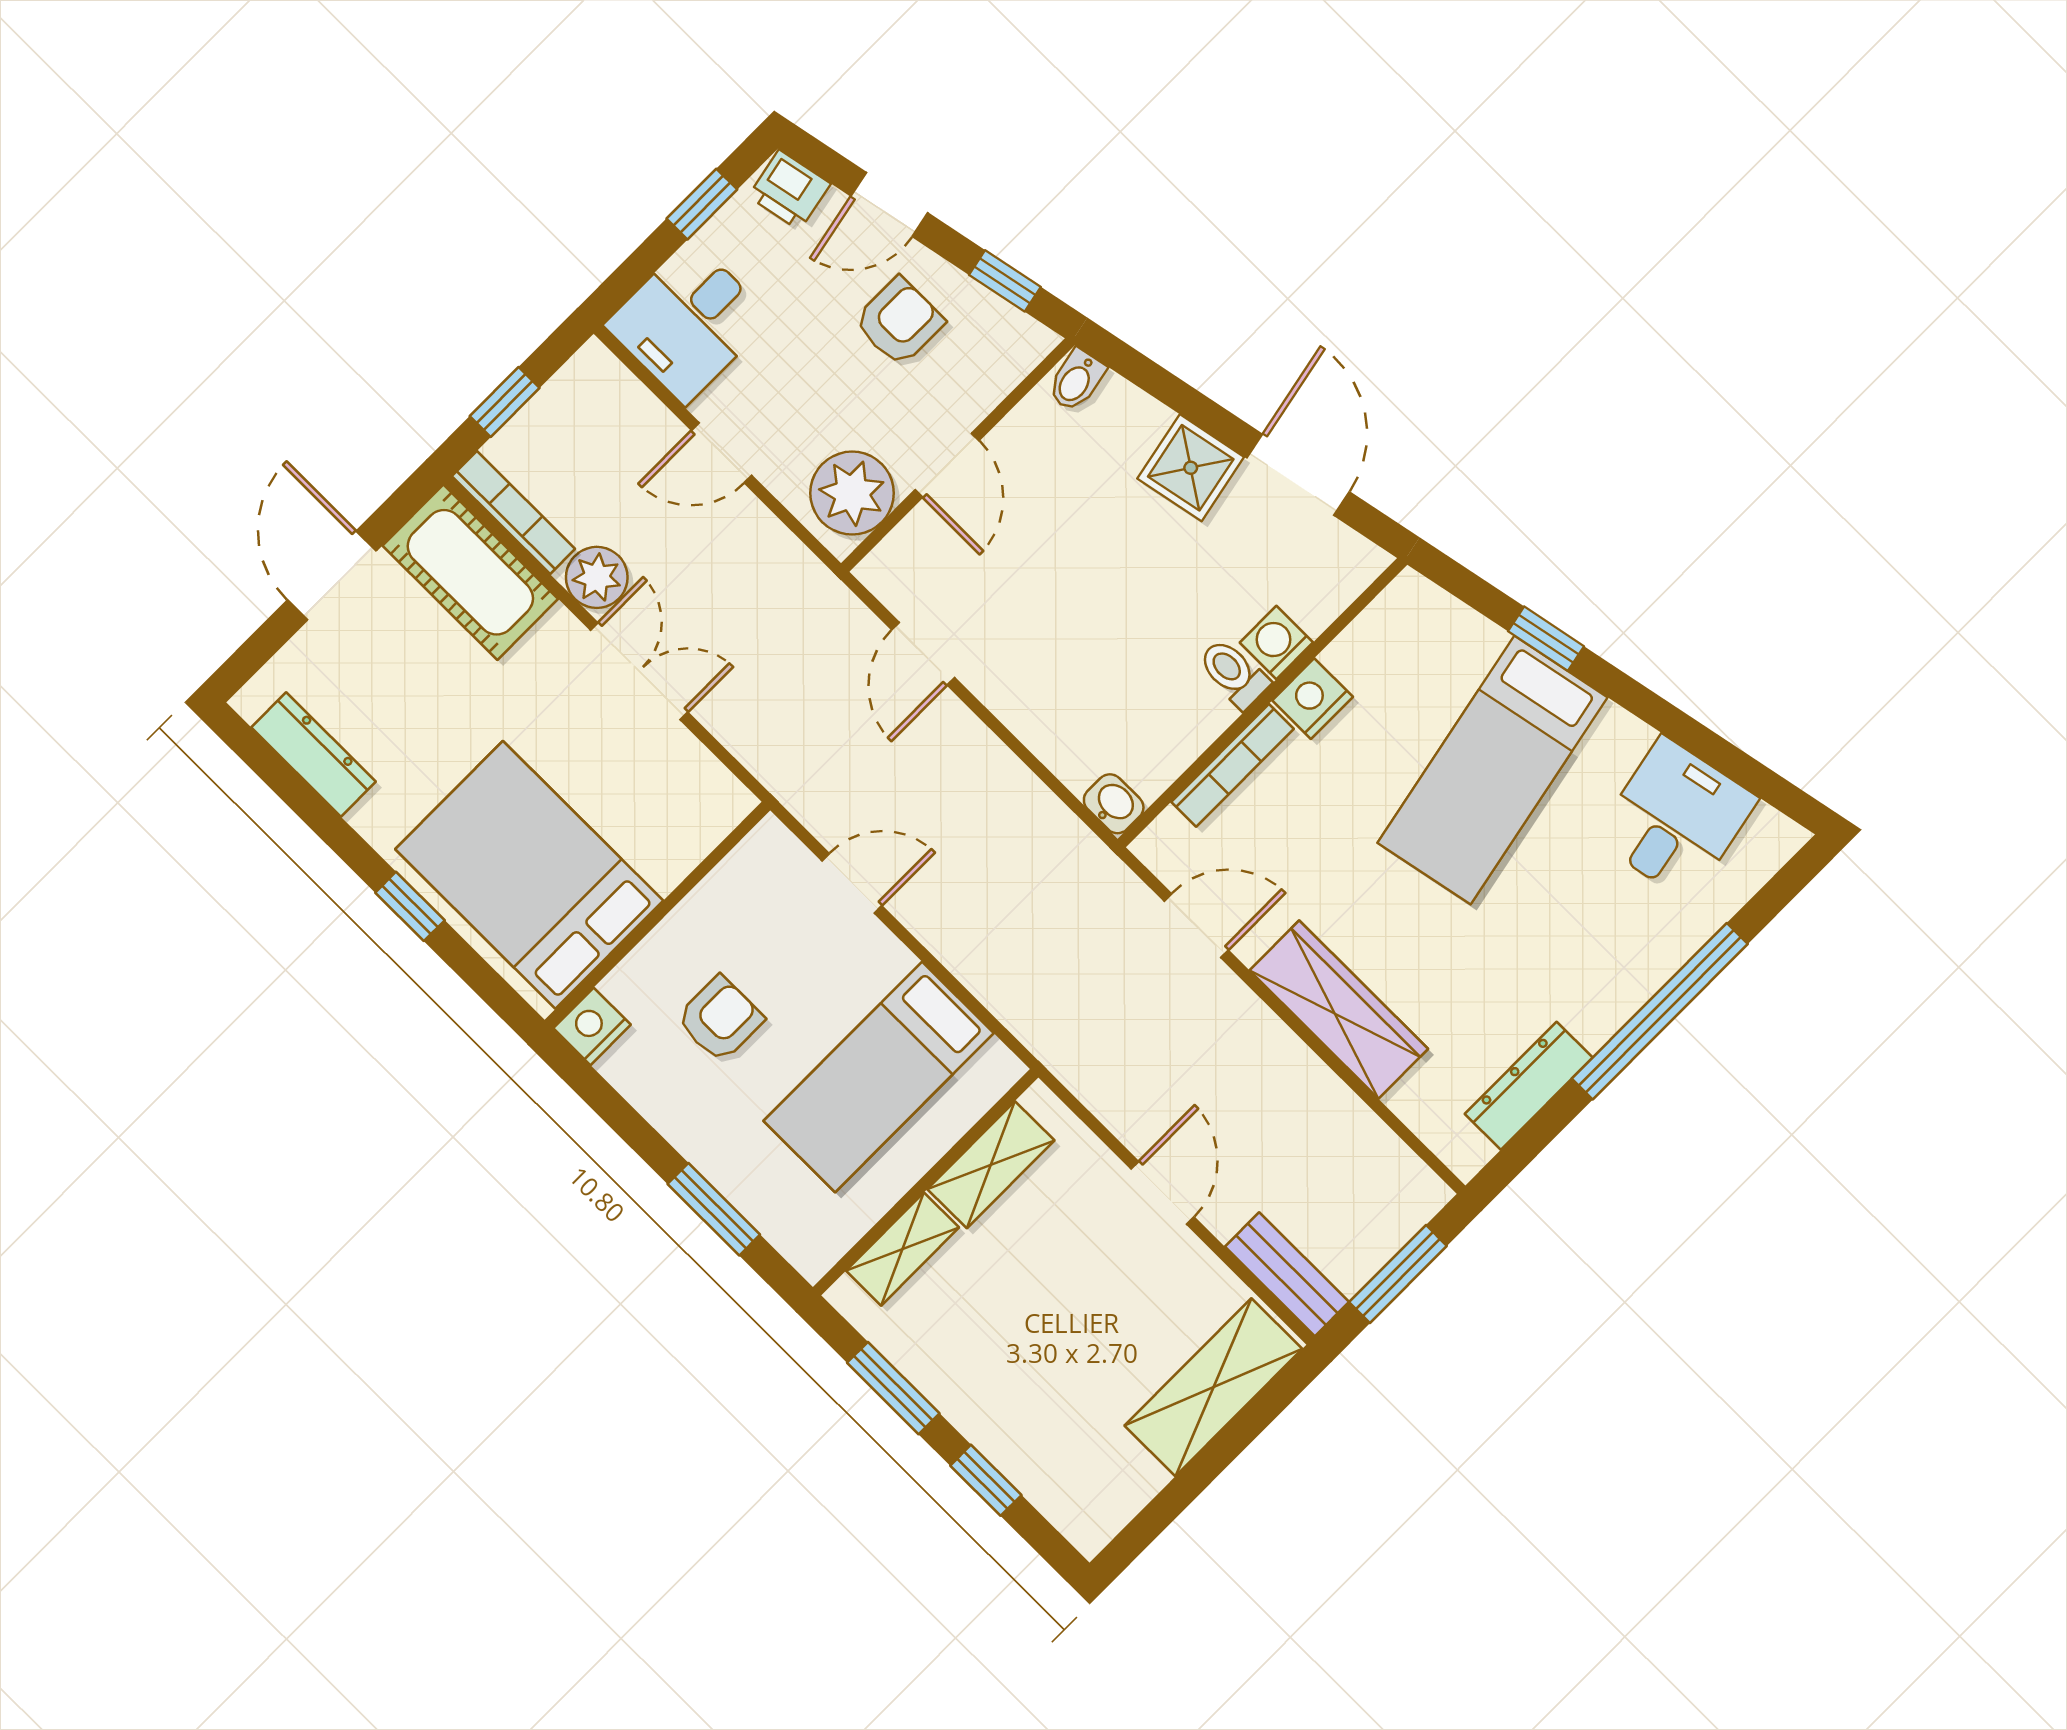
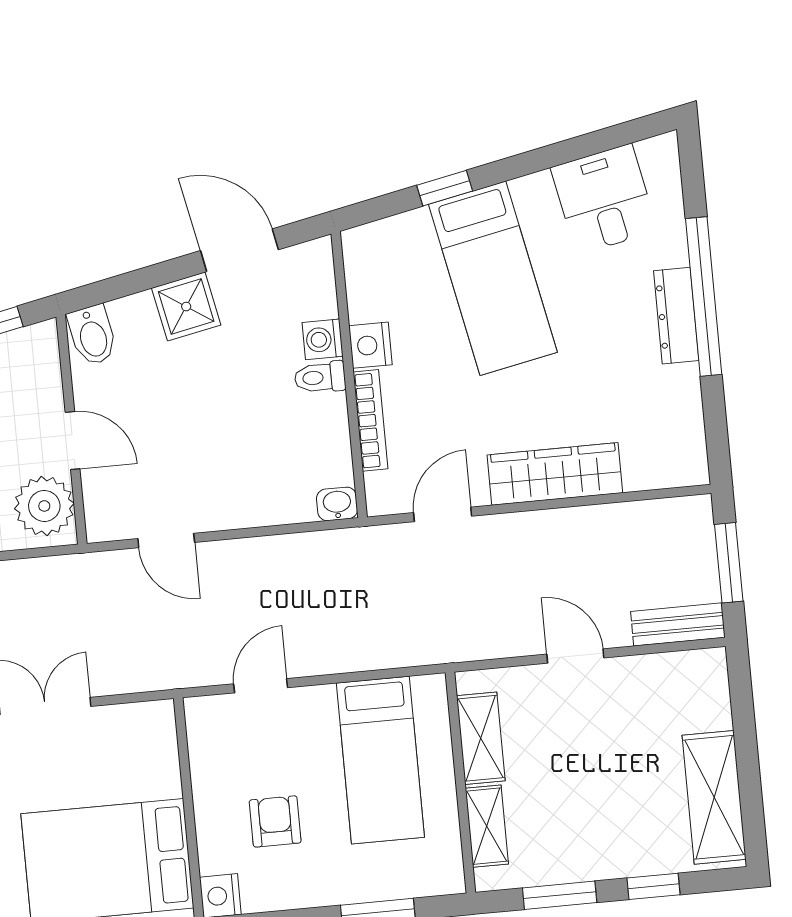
bidet: (1076, 380) -> (92, 335), width x1.38, depth x1.36
dresser: (1529, 1086) -> (676, 316), moved
shelving: (1213, 1387) -> (714, 797), moved

